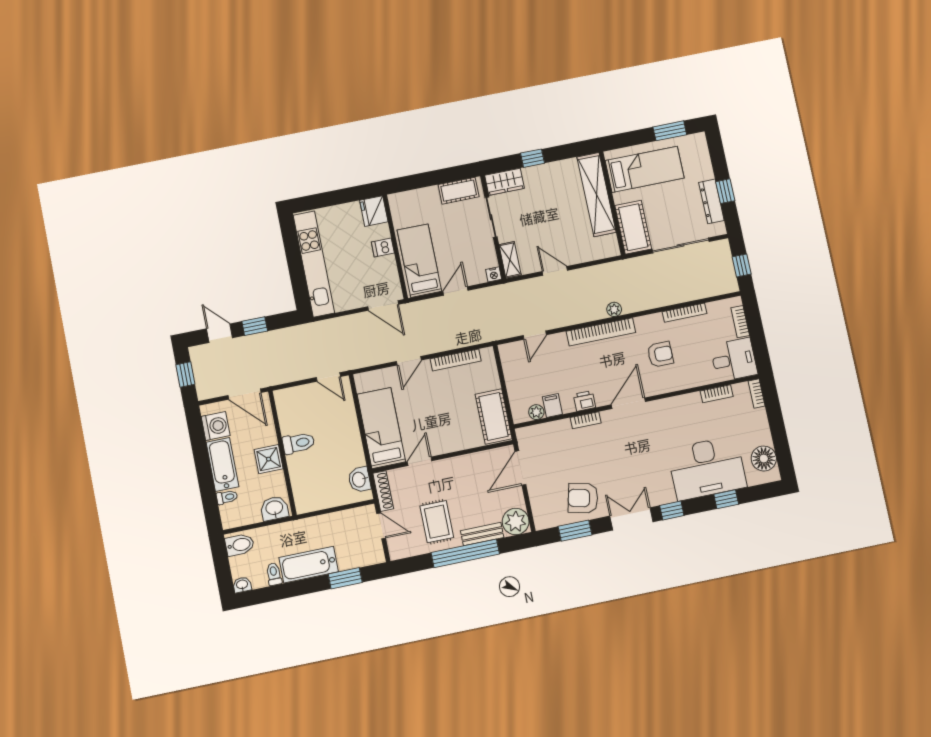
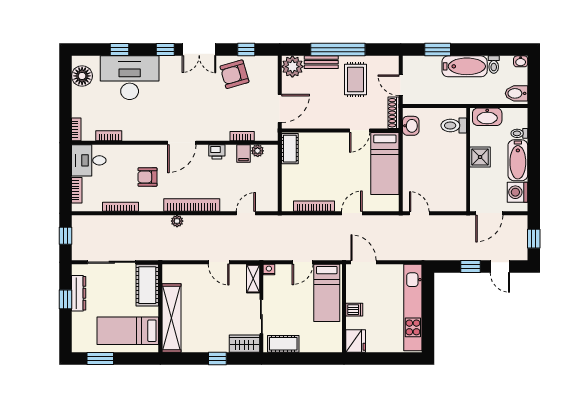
door: (245, 394) -> (489, 213), swing flipped
cot: (494, 416) -> (290, 149), width x0.73, depth x0.75
bookcase: (586, 420) -> (242, 136), moved
toilet: (298, 443) -> (454, 125), moved
armchair: (583, 498) -> (234, 74), turned 151
washbasin: (274, 508) -> (487, 117), width x1.38
window: (575, 531) -> (246, 50), width x0.67

